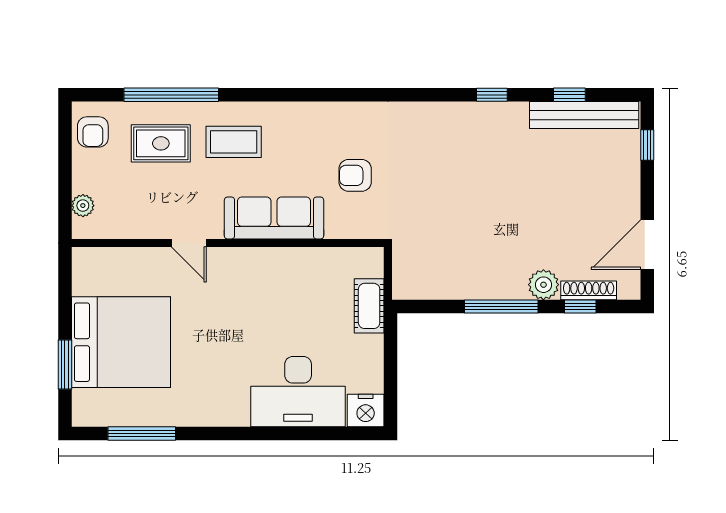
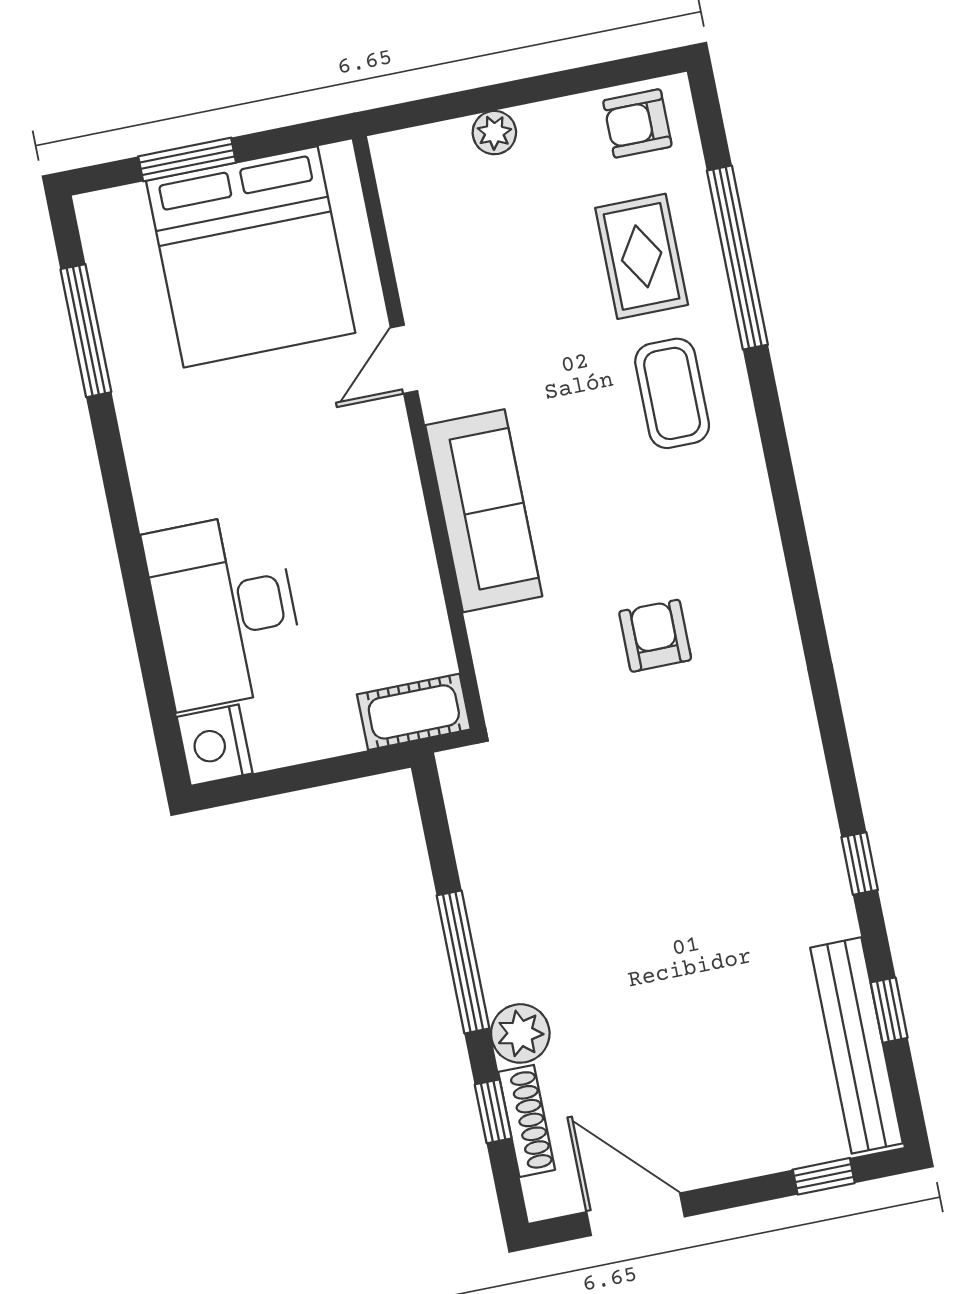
sofa: (274, 218) -> (484, 511), moved
door: (189, 243) -> (404, 359), moved
wall: (228, 243) -> (419, 433), moved

